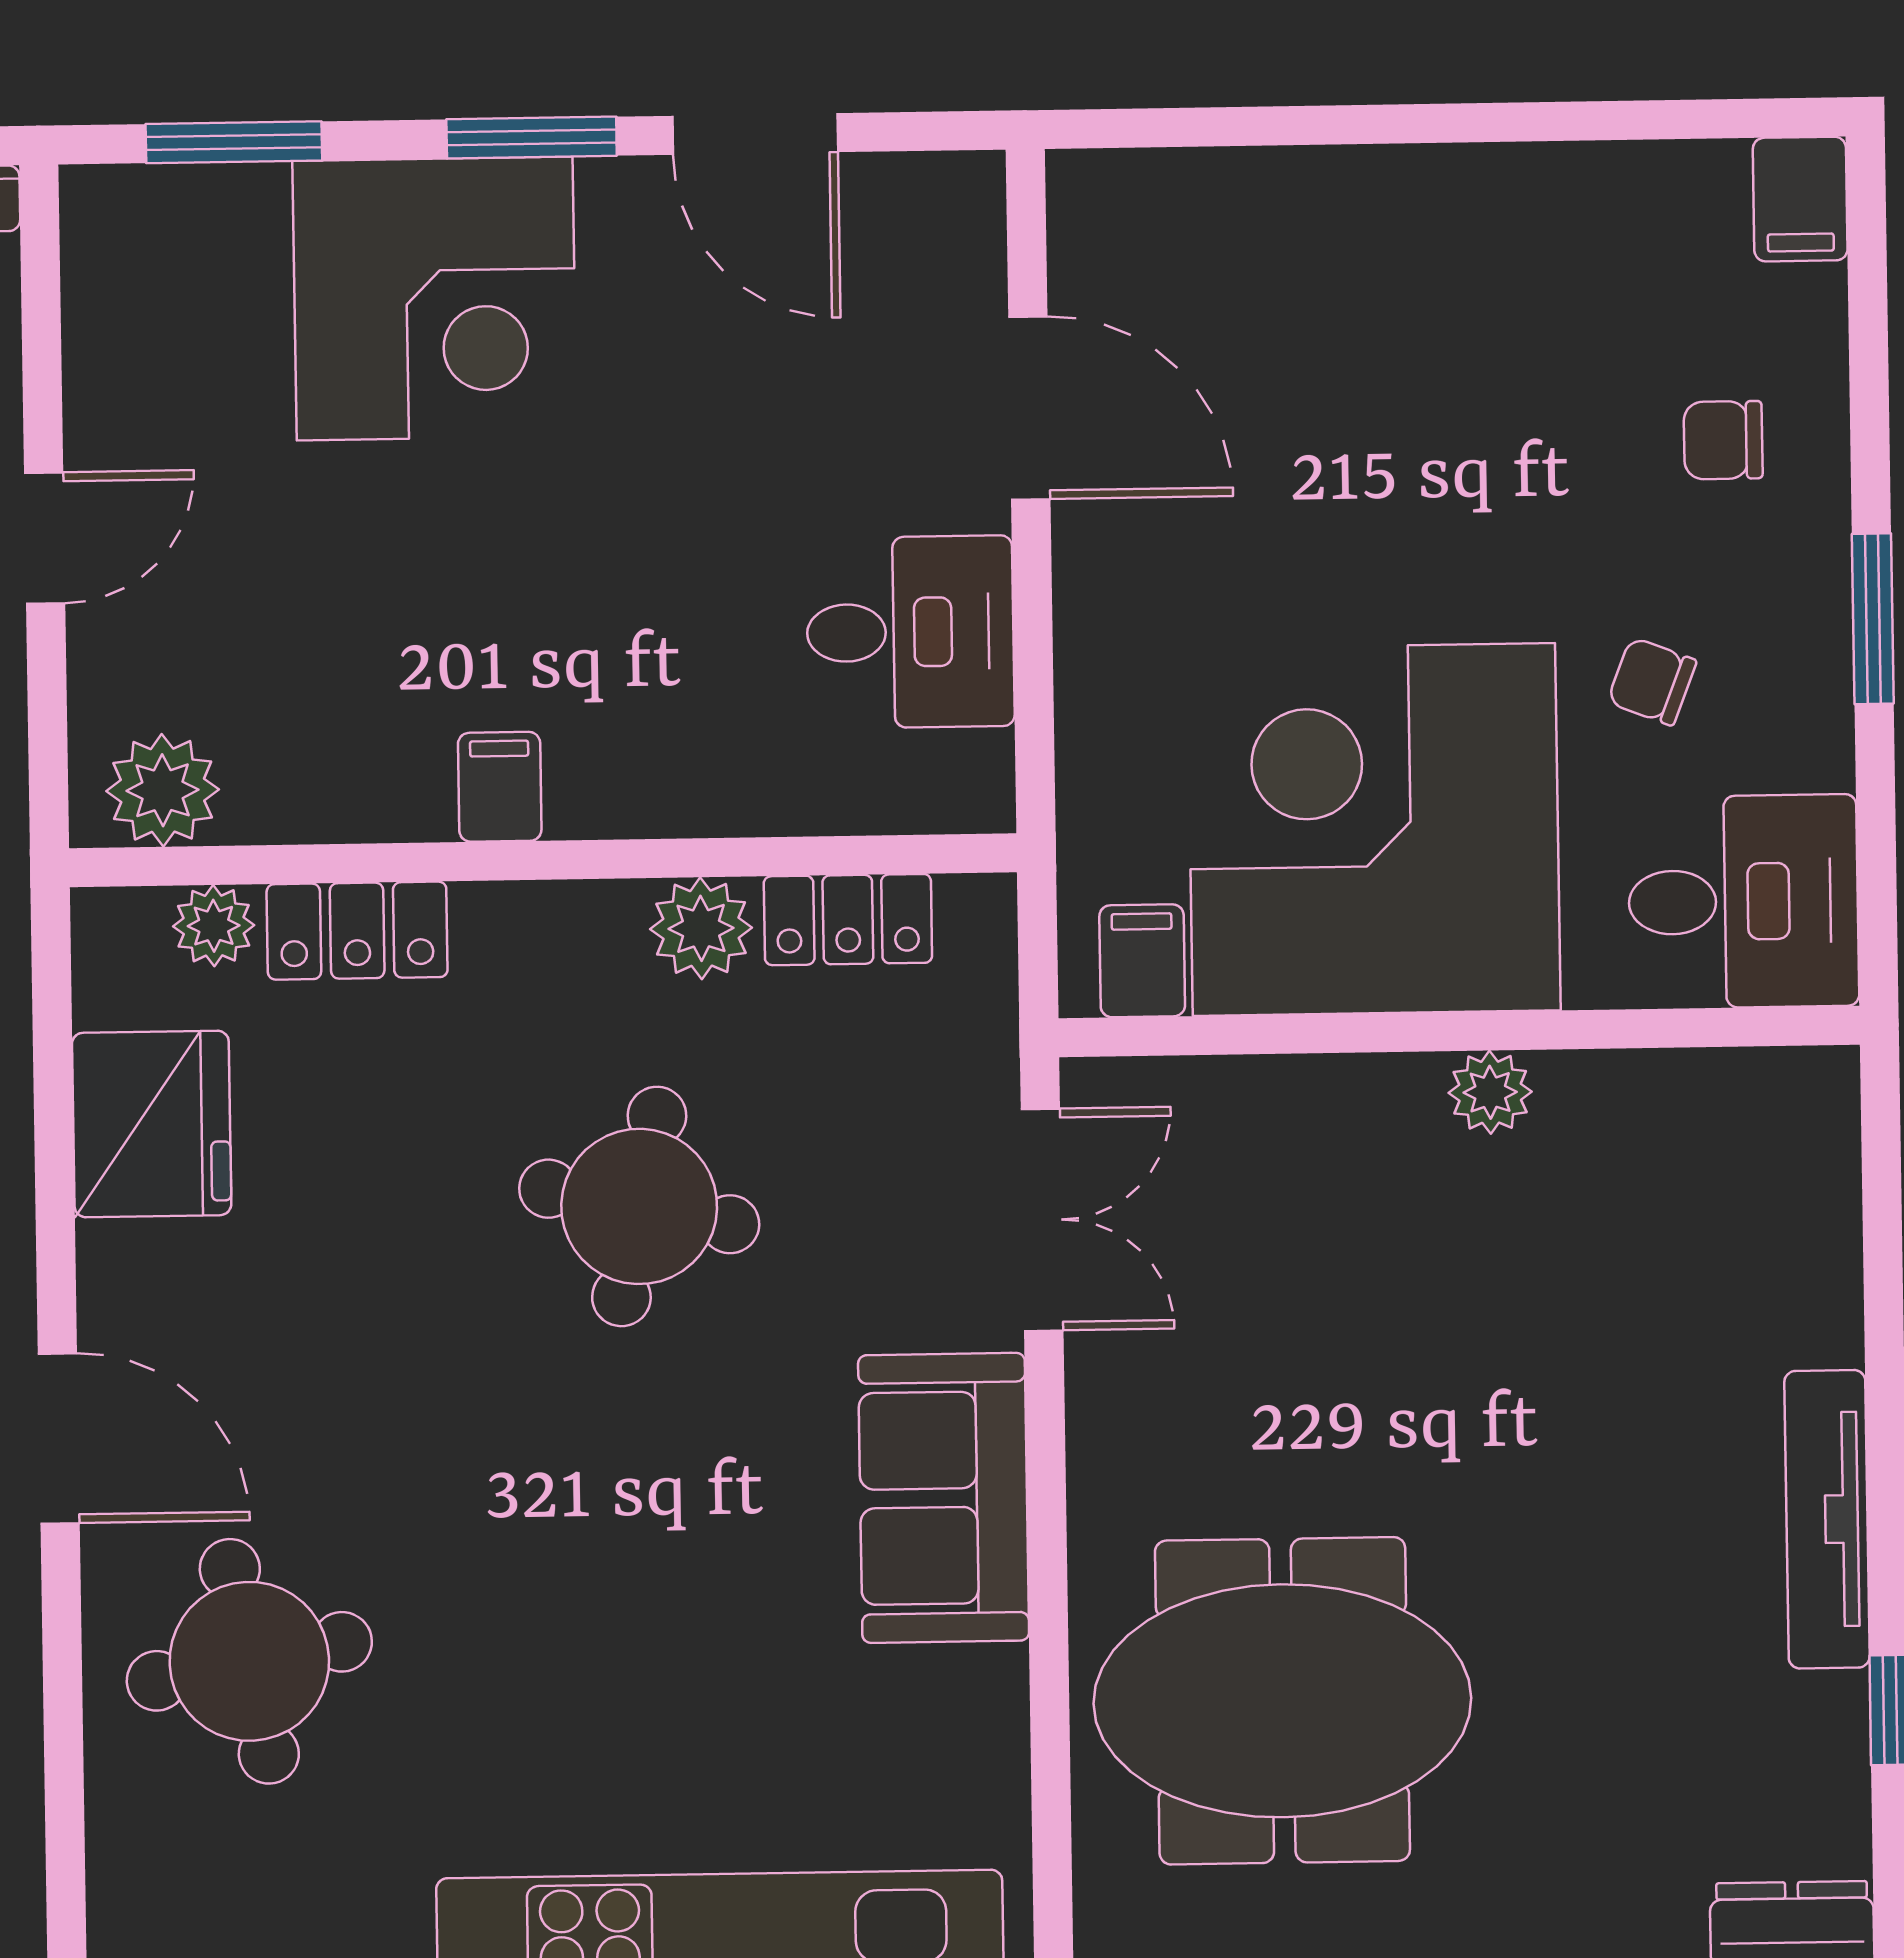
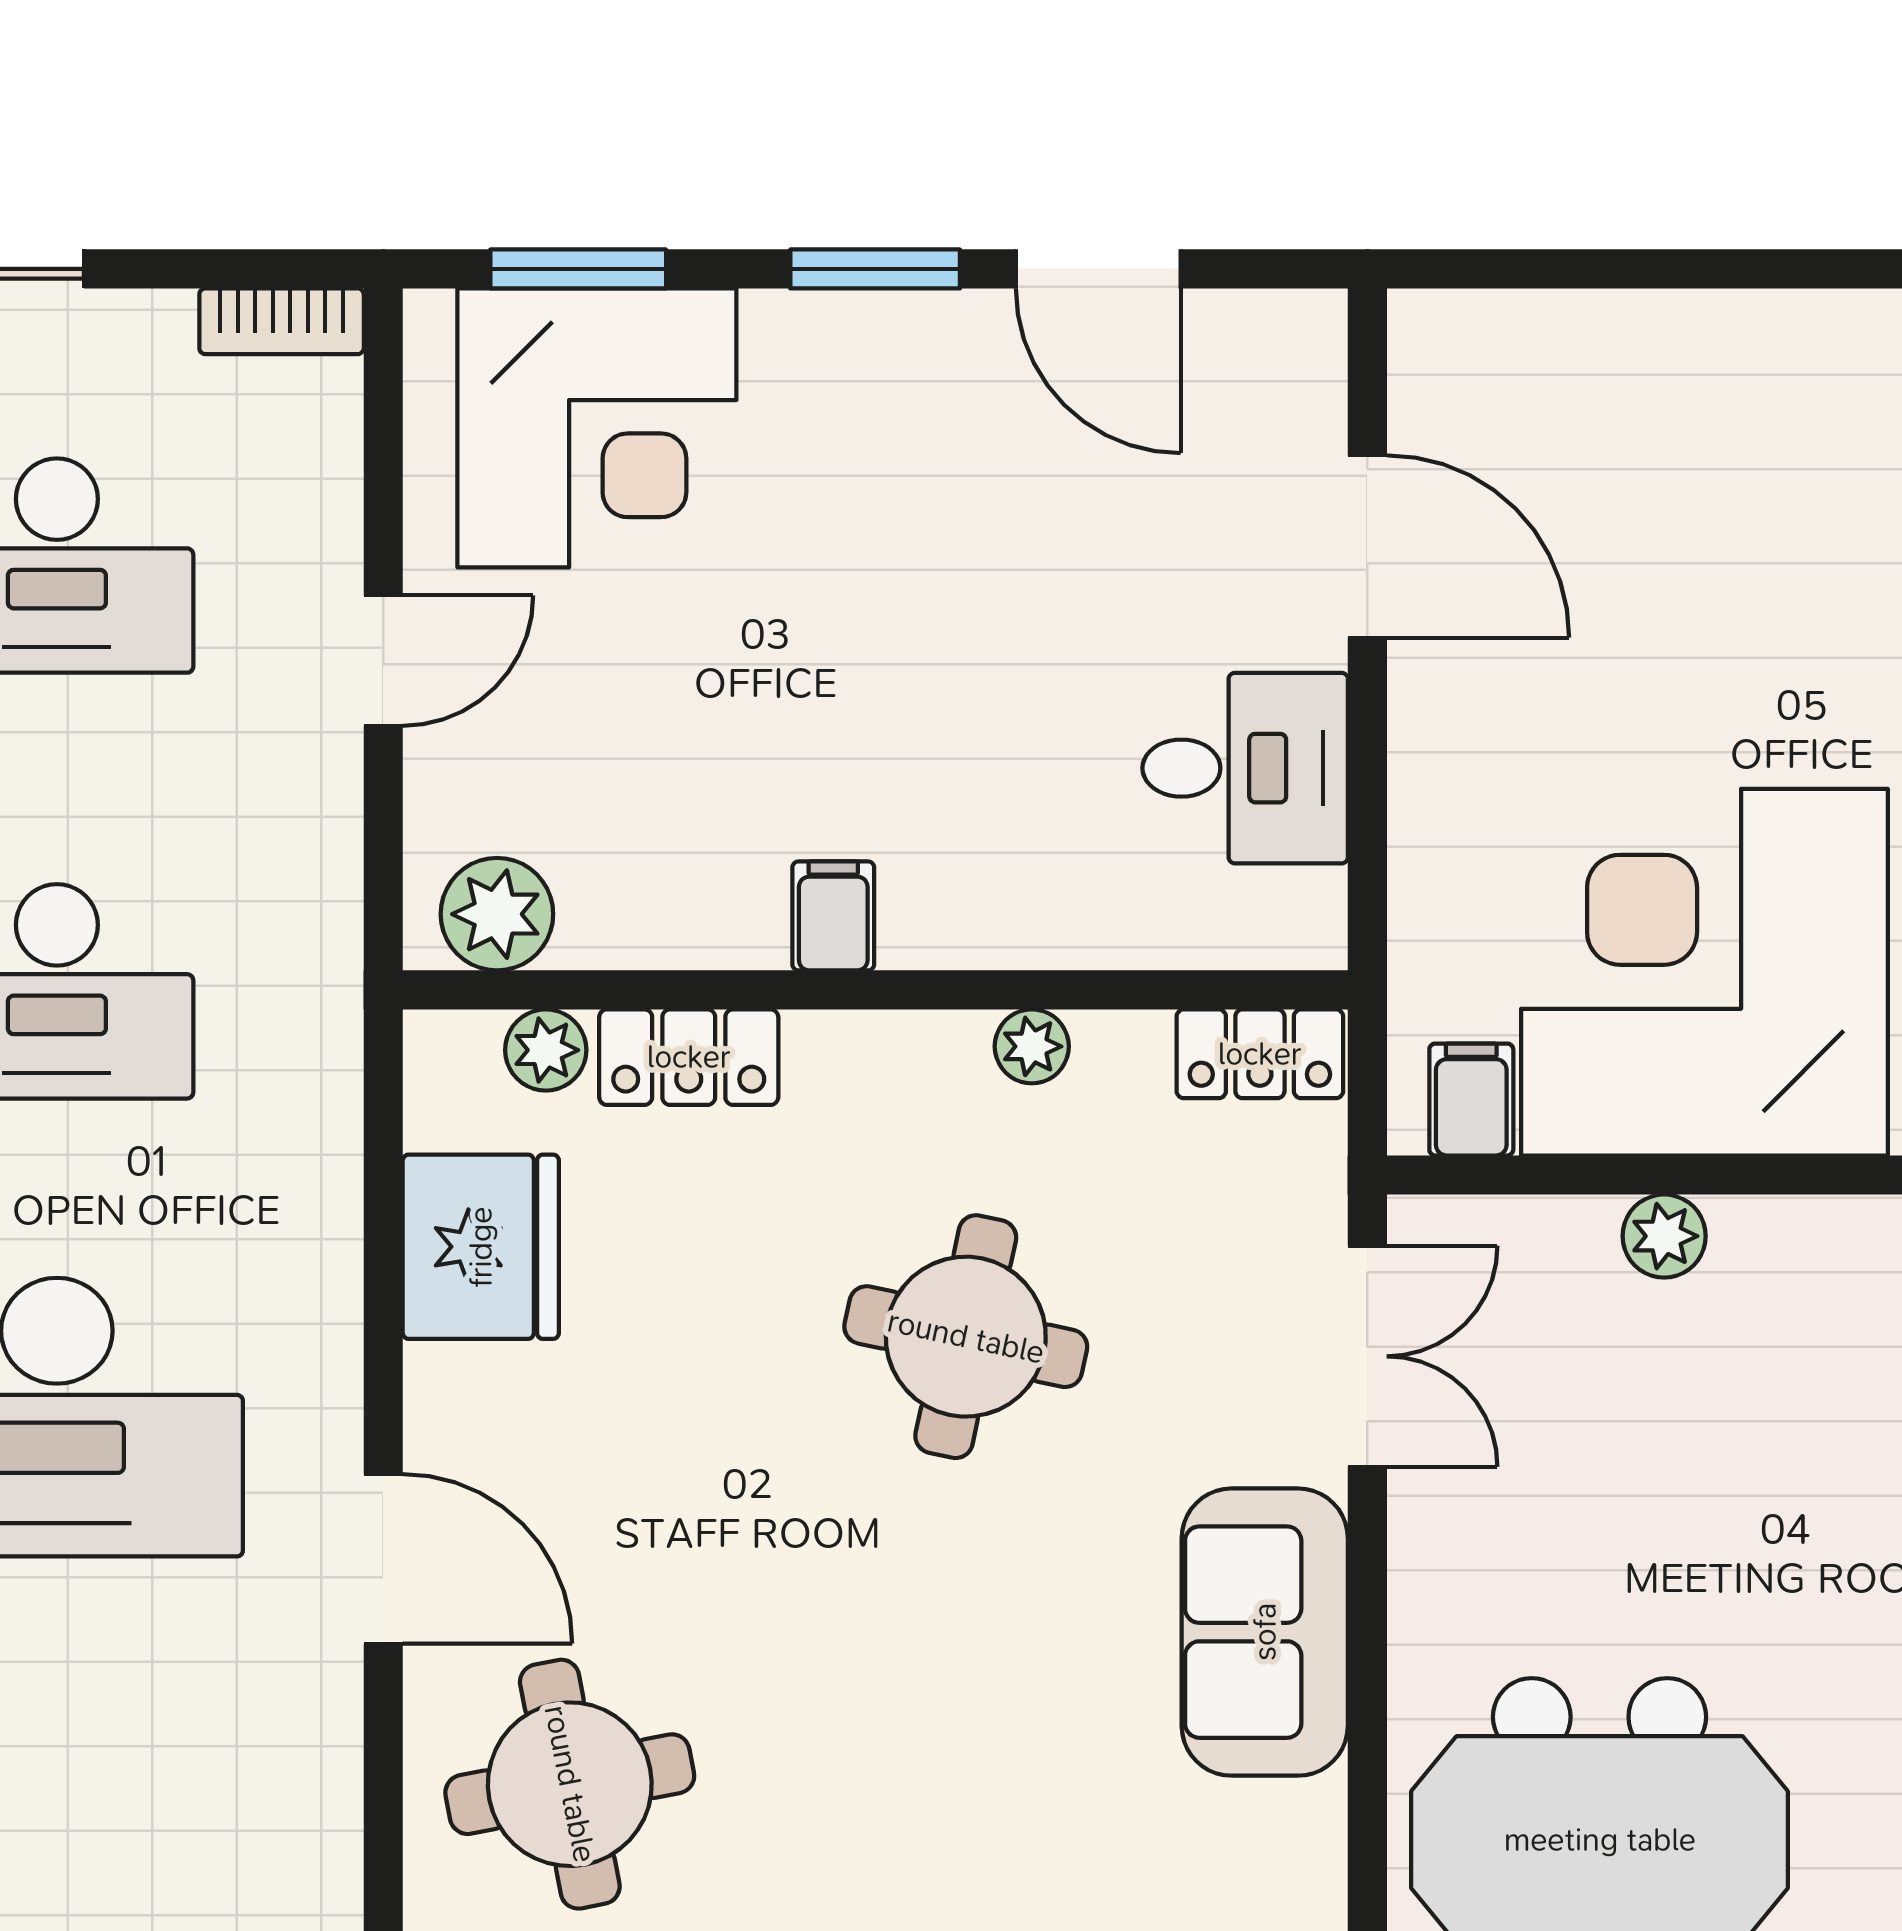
corner desk: (435, 298) -> (597, 428), moved
locker: (848, 920) -> (1260, 1054), moved
plant: (701, 928) -> (1032, 1046), width x0.73, depth x0.73
plant: (1490, 1092) -> (1664, 1236), moved

